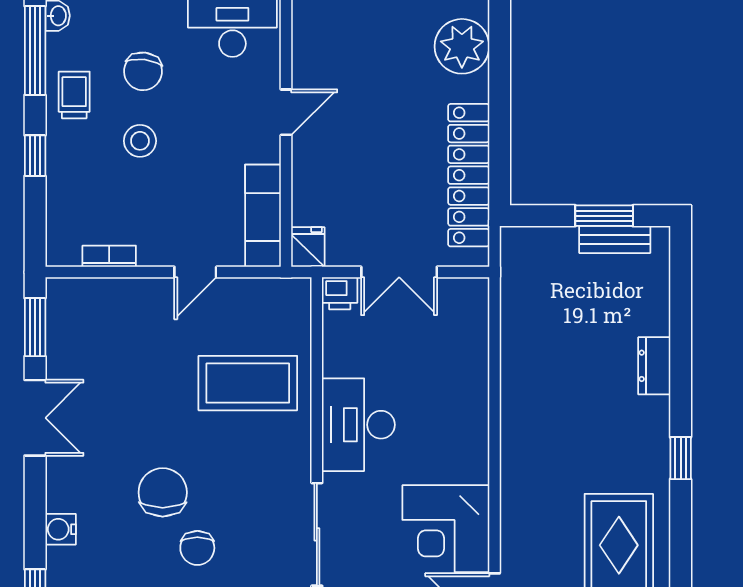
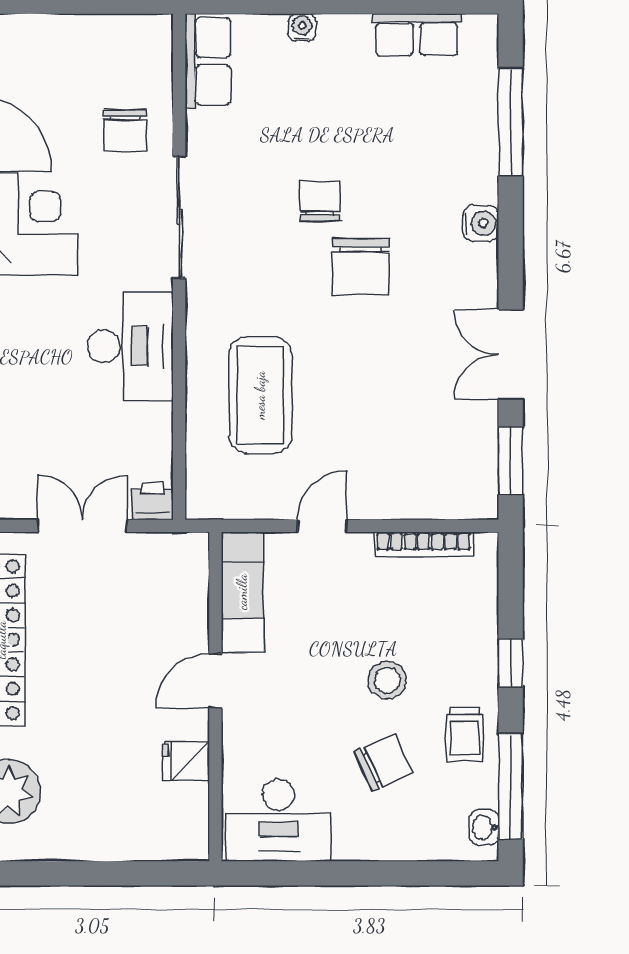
chair: (143, 71) -> (384, 762), turned 58
door: (286, 112) -> (215, 681), moved
fridge: (308, 247) -> (186, 761), moved, turned 90
bookcase: (109, 256) -> (423, 544), width x1.56
coffee table: (248, 383) -> (260, 395), turned 90

